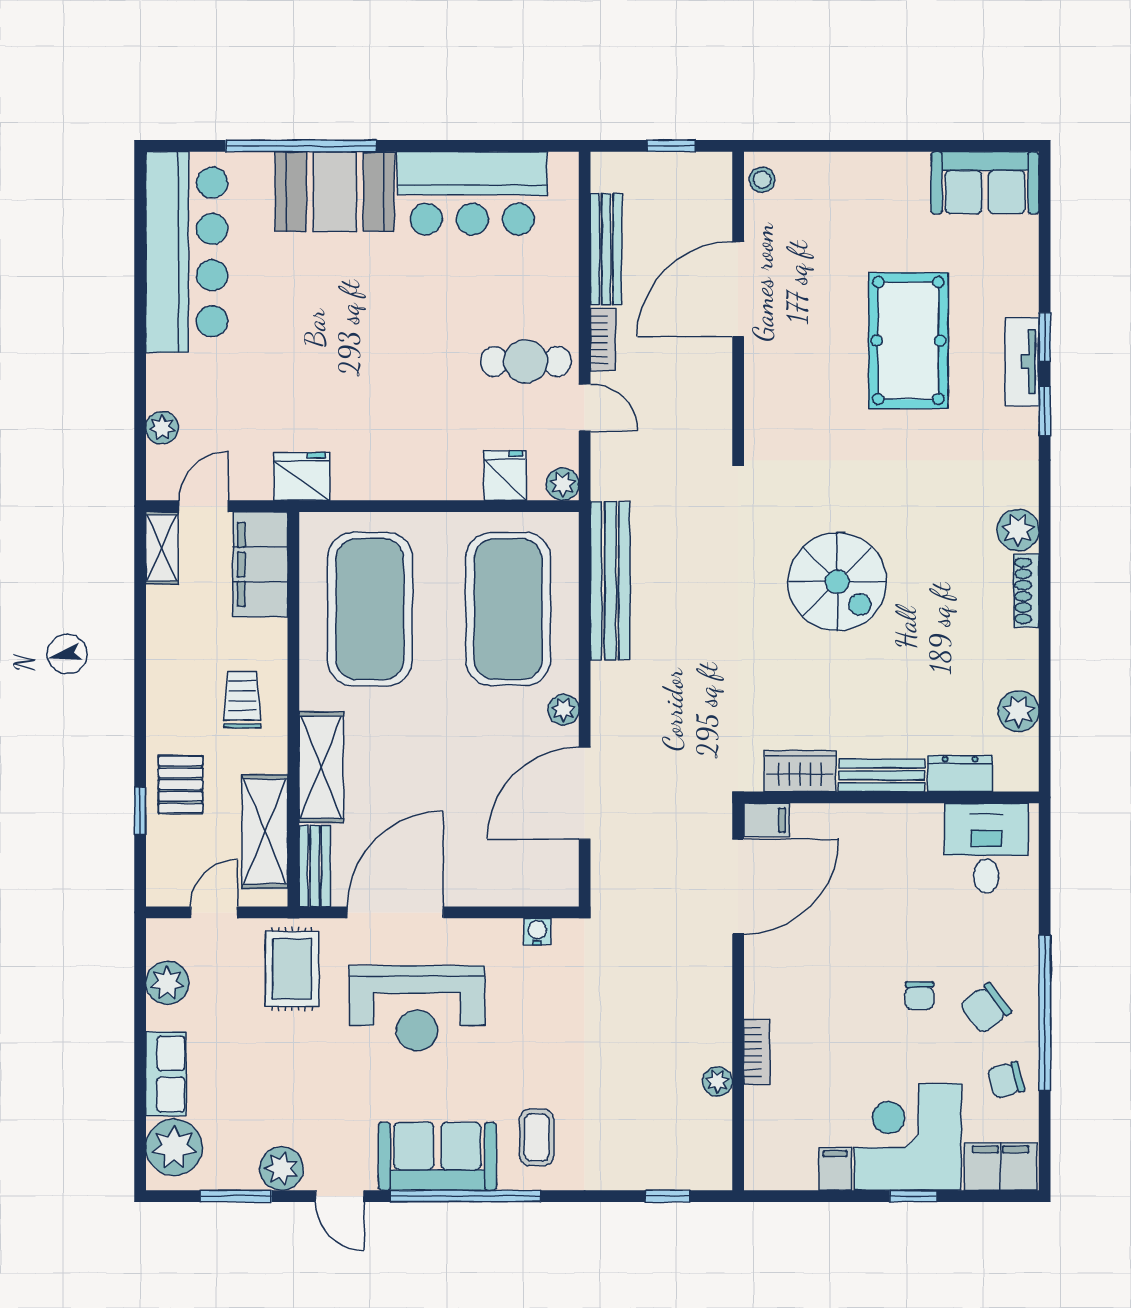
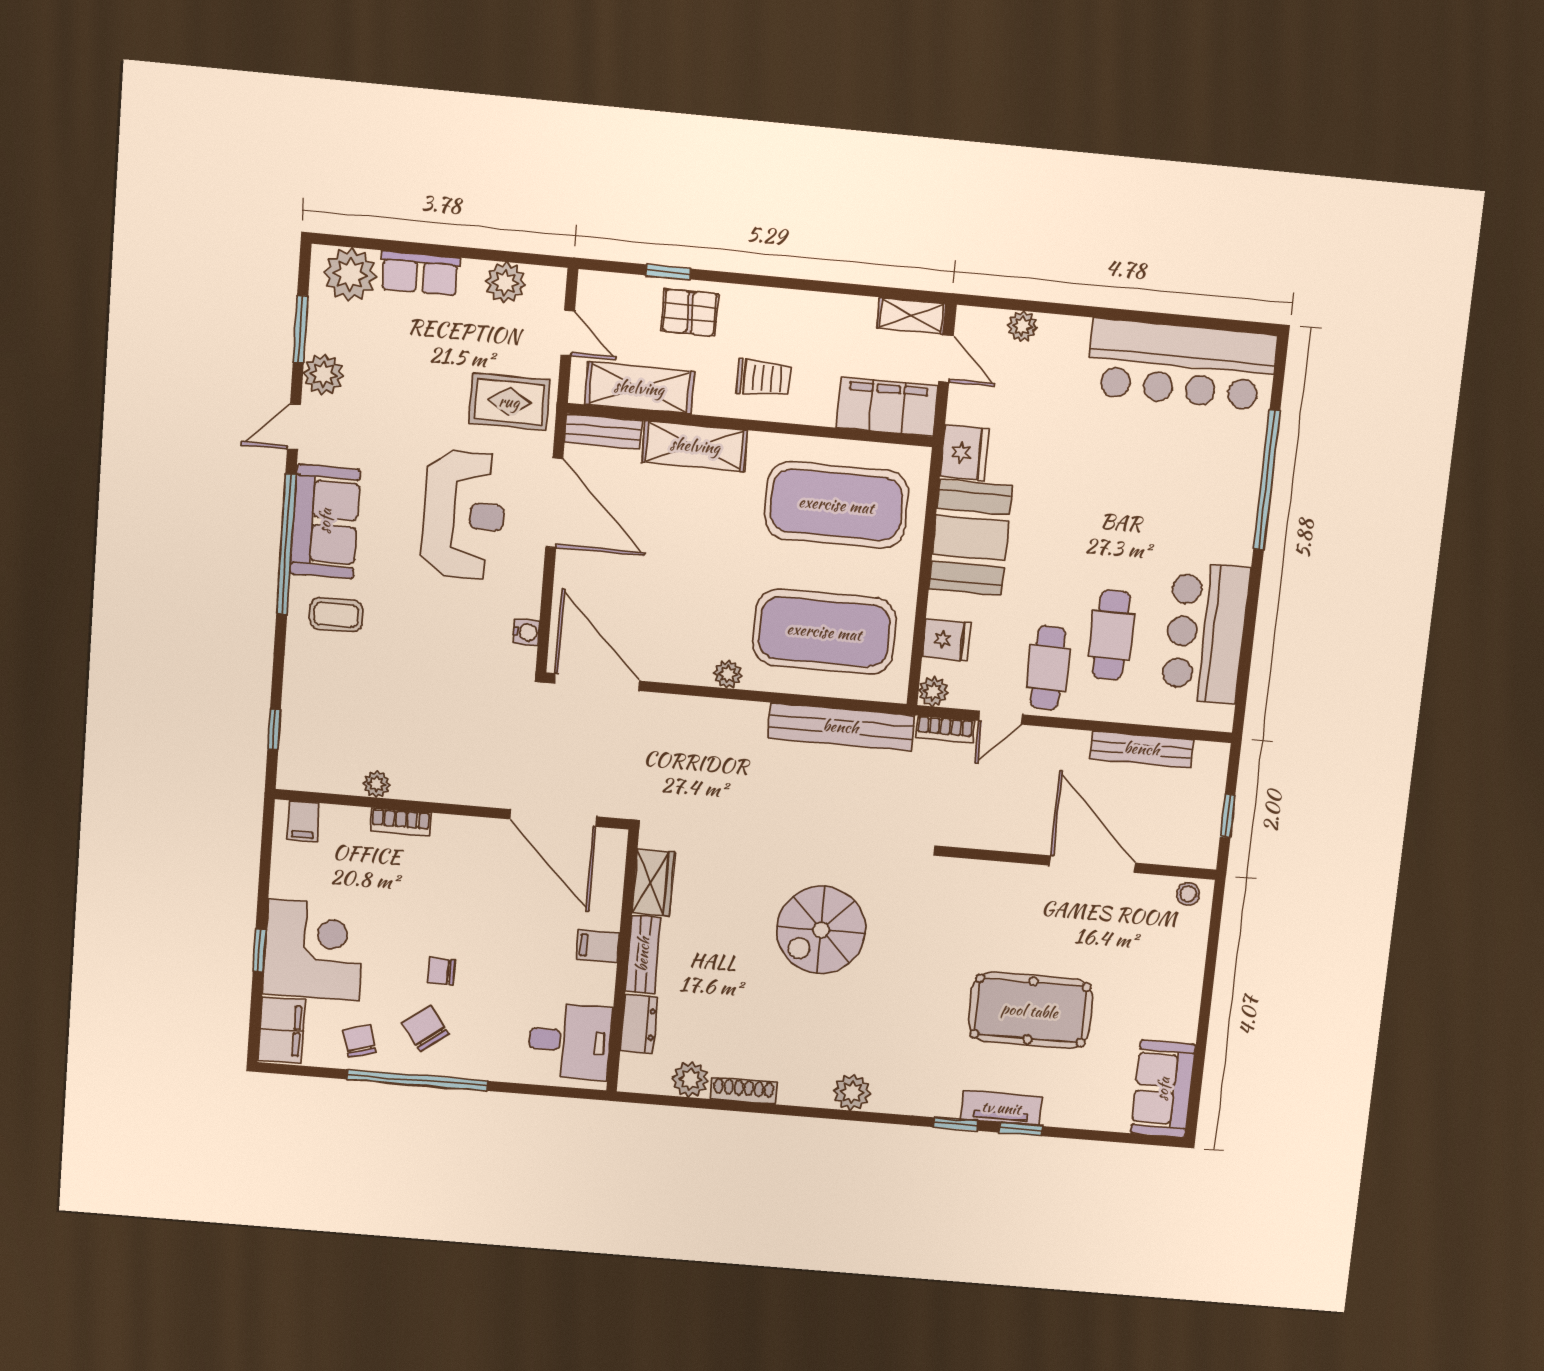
booth: (335, 192) -> (971, 538), moved
cafe table: (484, 296) -> (1111, 635), added
bookcase: (603, 339) -> (945, 729), moved
shoe rack: (1026, 591) -> (744, 1091), moved
door: (585, 793) -> (597, 682), moved
filing cabinet: (766, 820) -> (598, 946), moved, turned 90
reception desk: (417, 1008) -> (464, 515), turned 180
filing cabinet: (835, 1169) -> (303, 821), moved, turned 90

